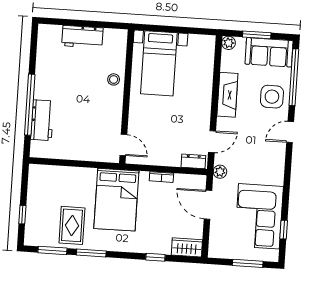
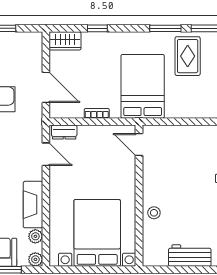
bed with nightstands: (159, 63) -> (97, 233), width x1.36
door: (212, 142) -> (46, 154), swing flipped
plant: (220, 172) -> (35, 236), moved

